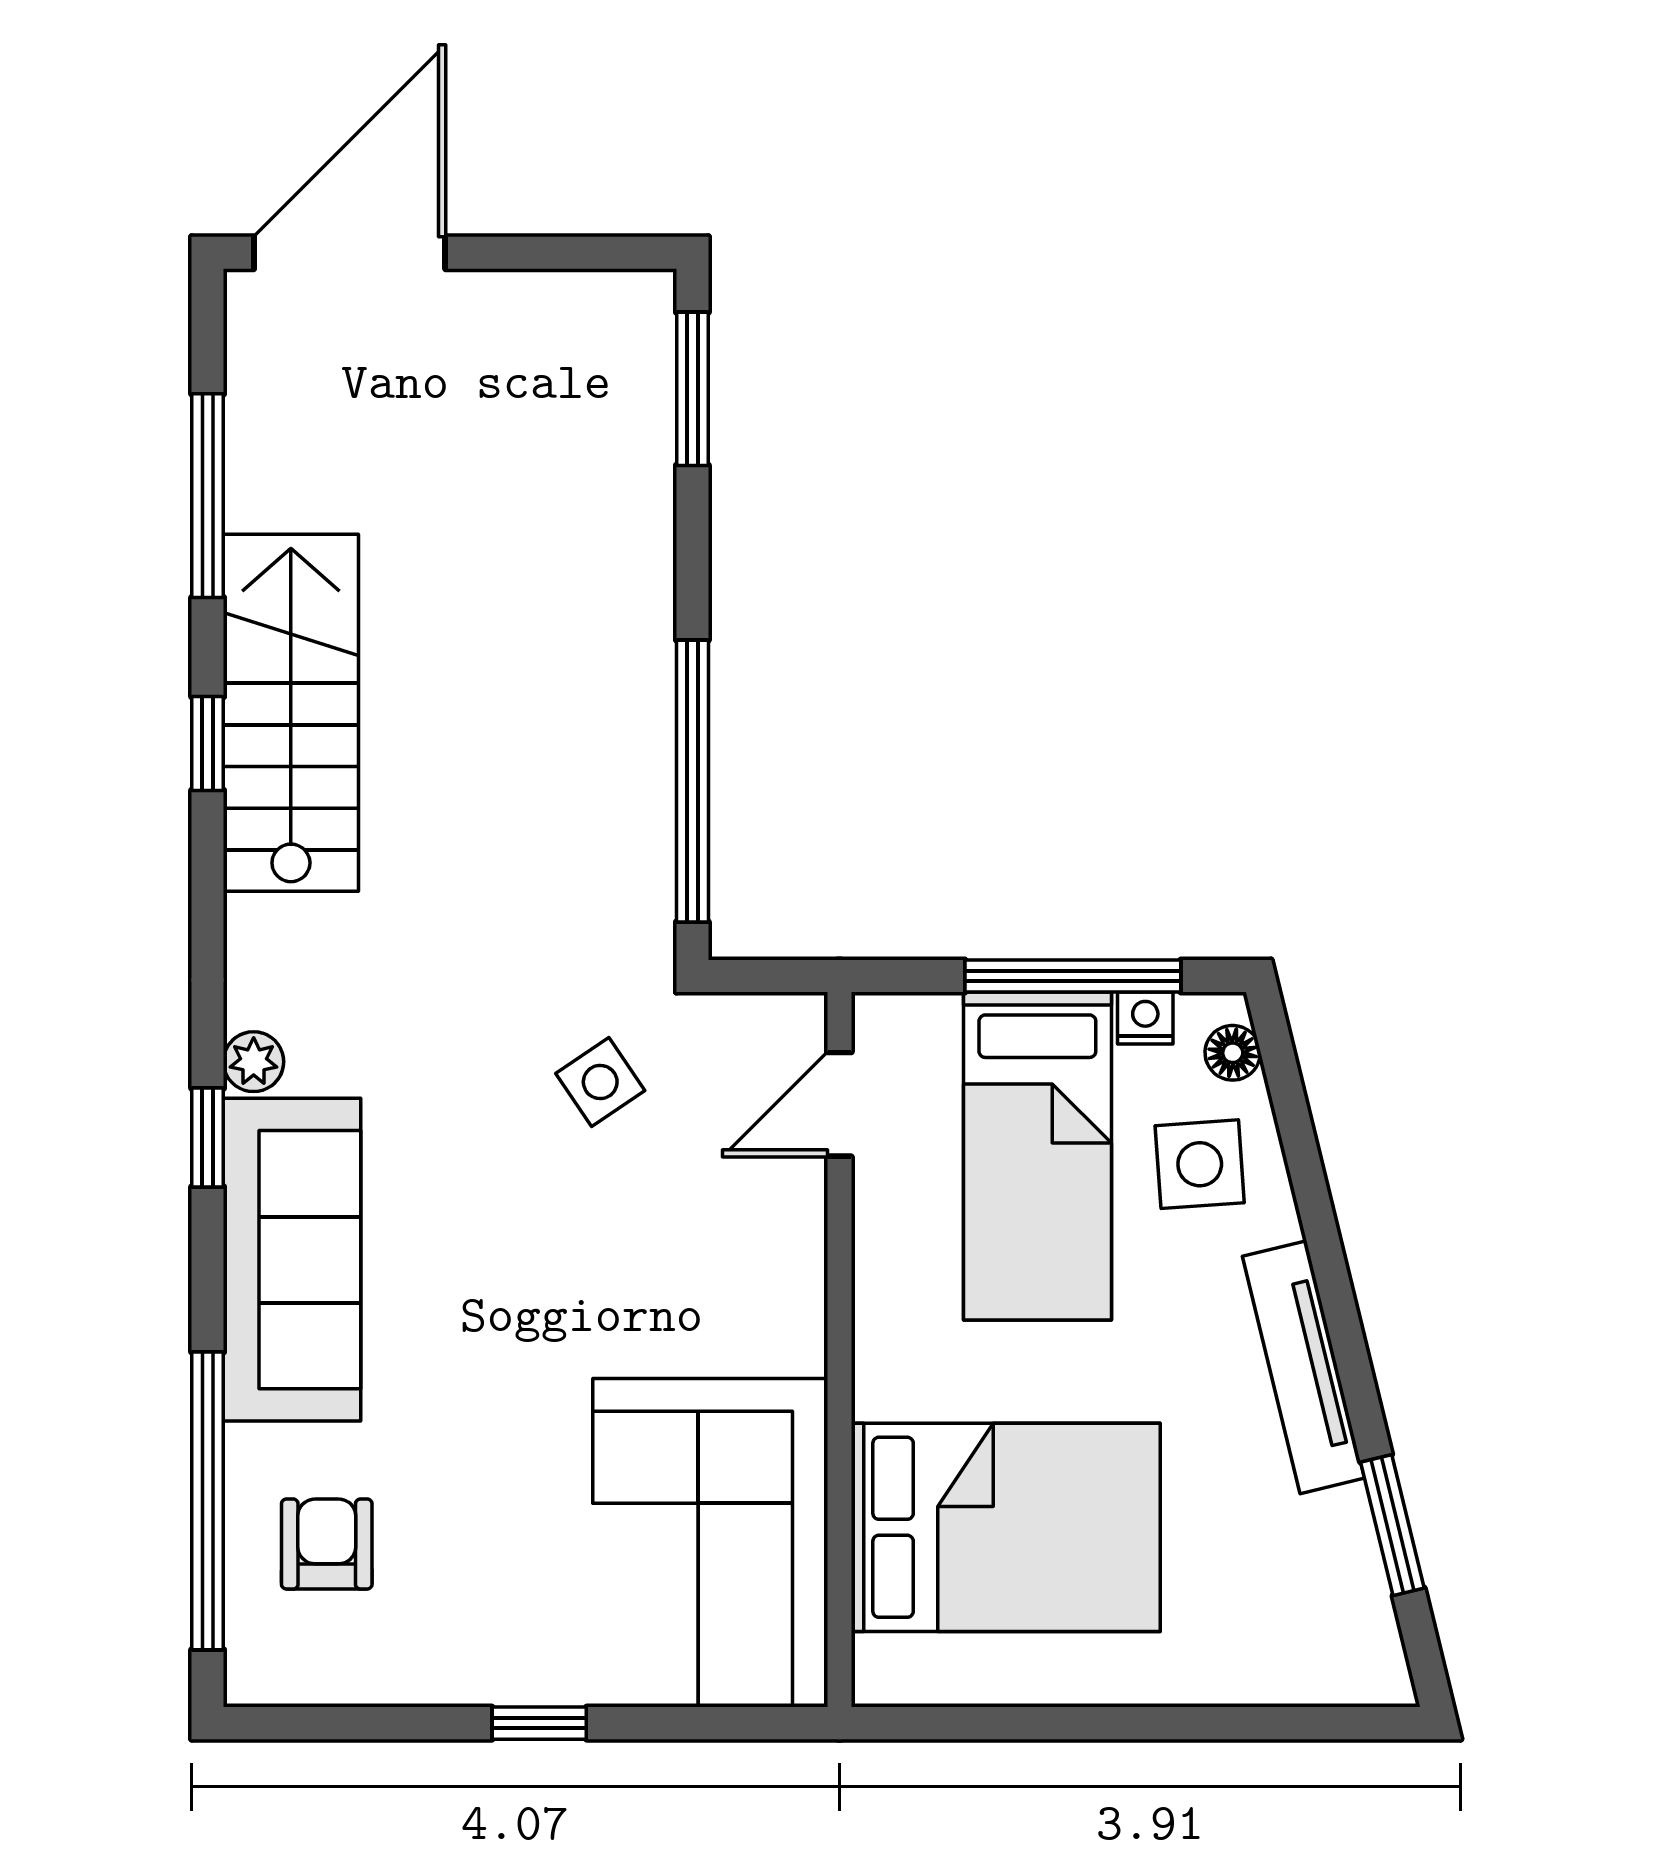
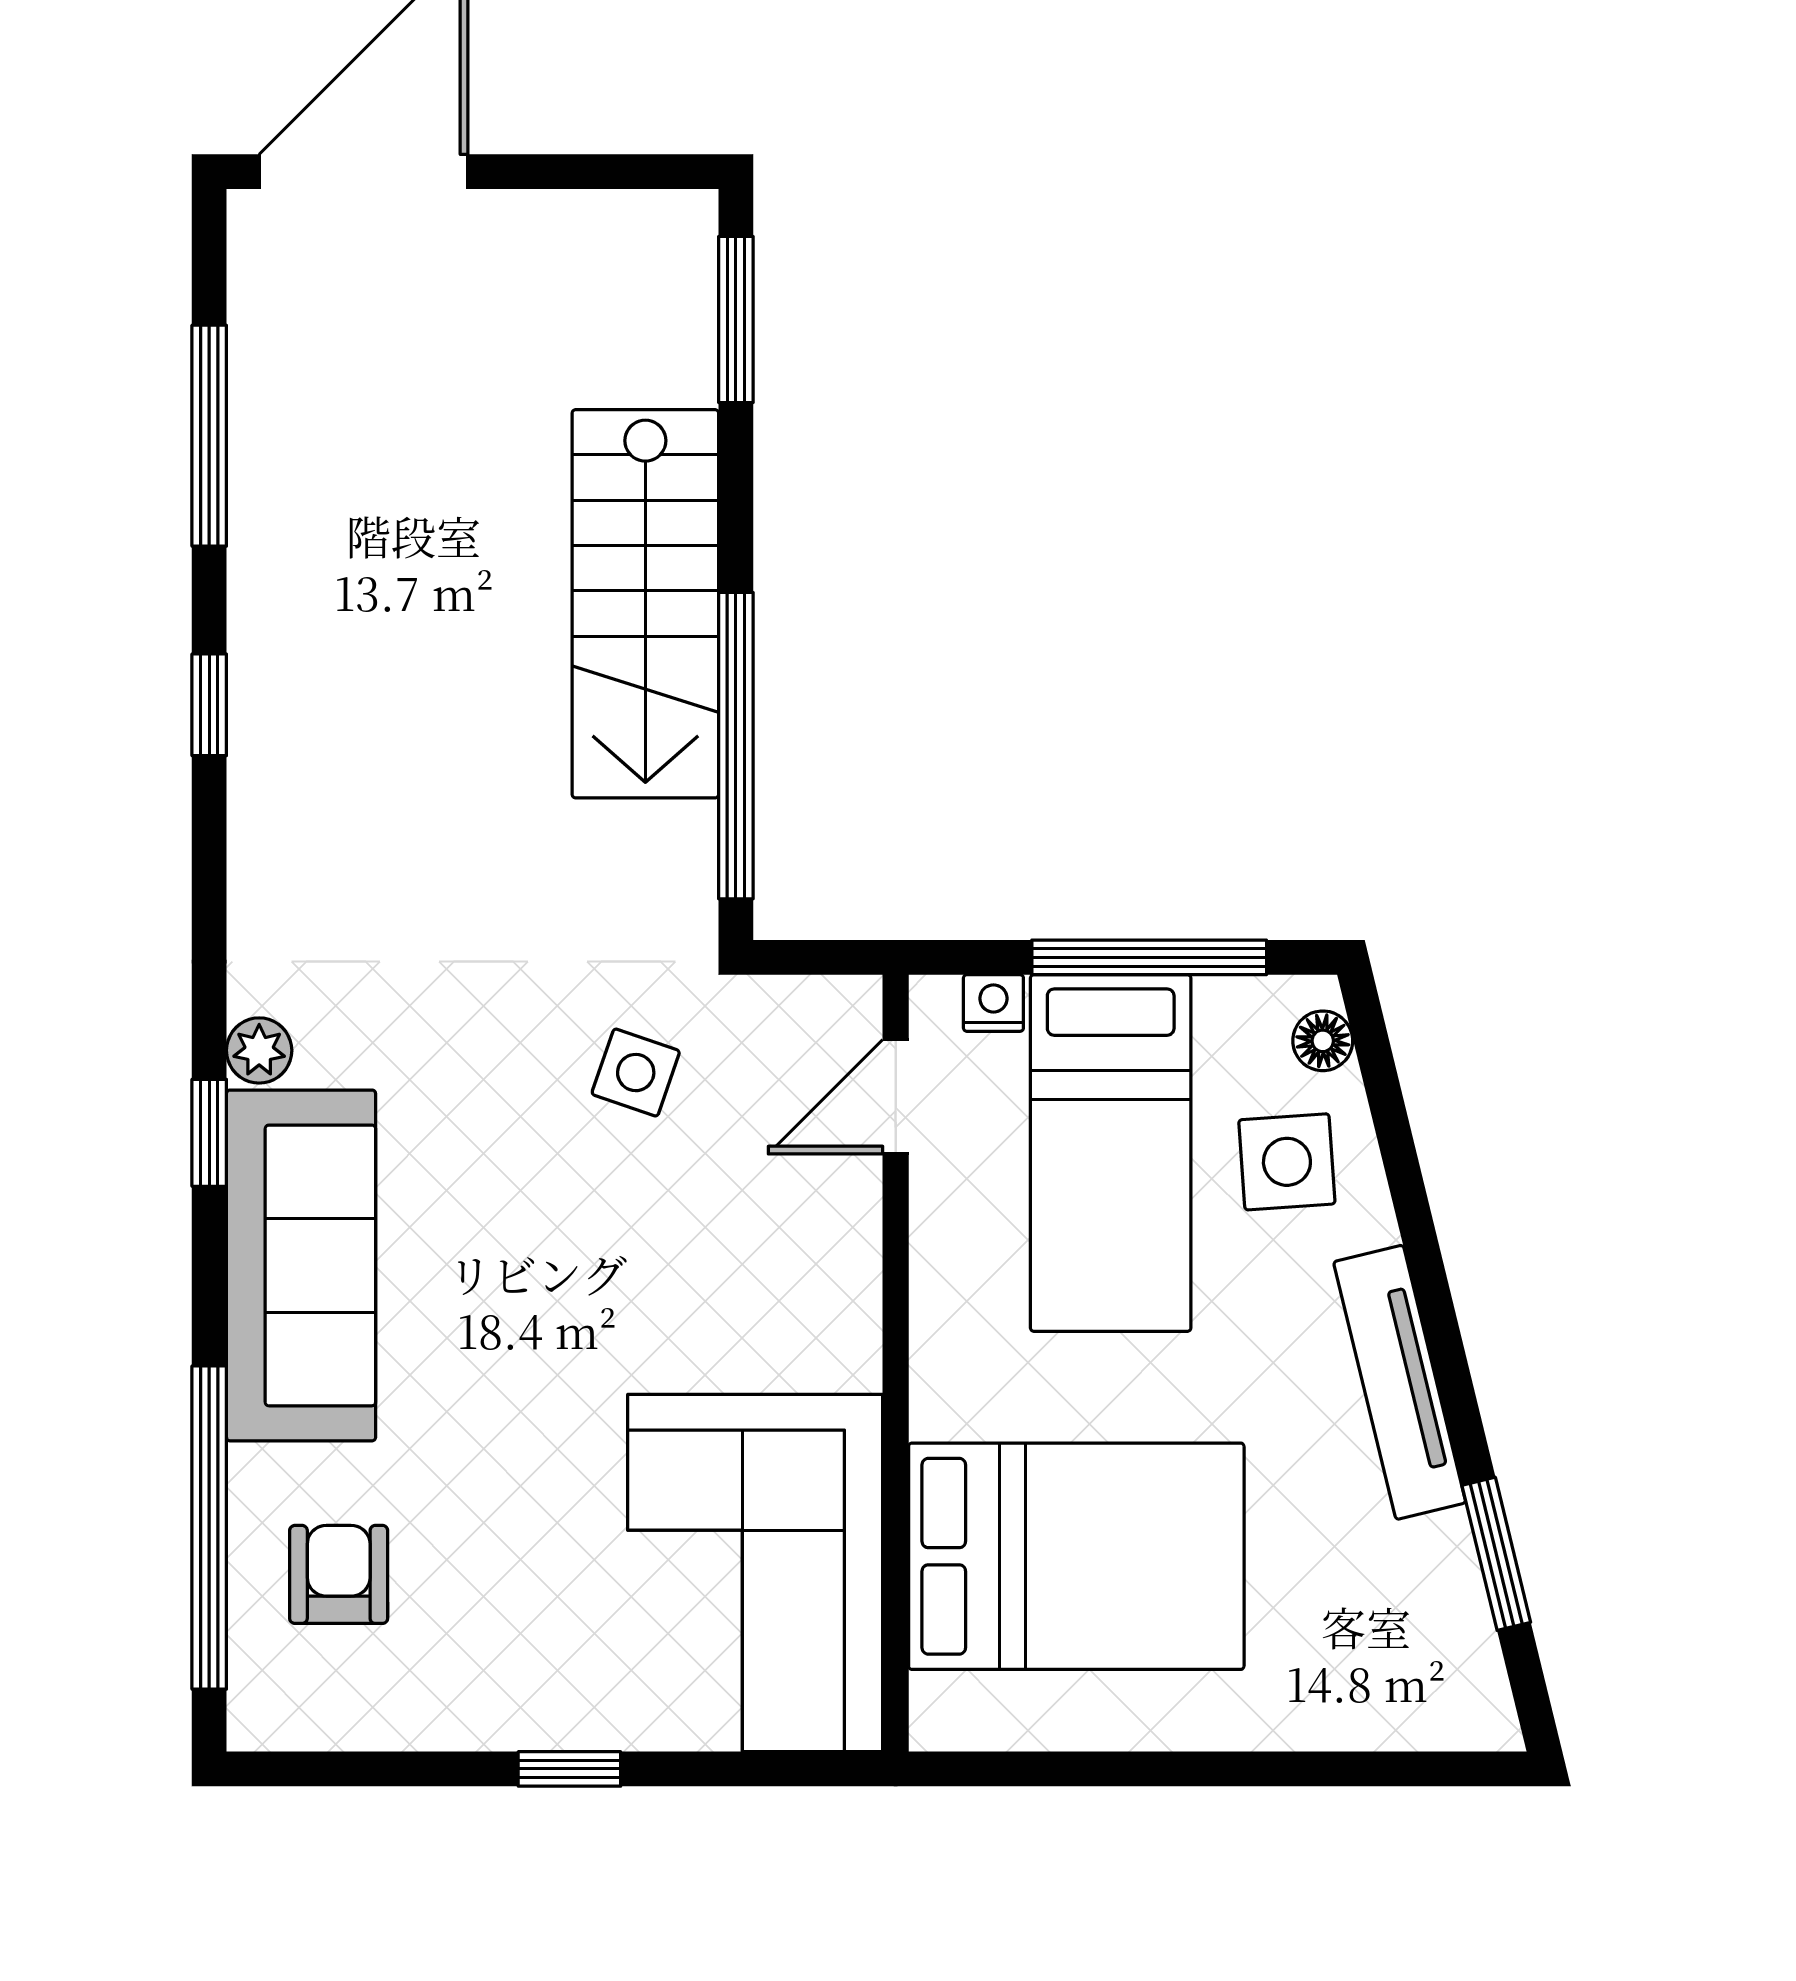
stairs: (291, 713) -> (645, 604), moved, turned 180
nightstand: (1145, 1018) -> (993, 1003), moved
side table: (600, 1082) -> (636, 1073), turned -37

